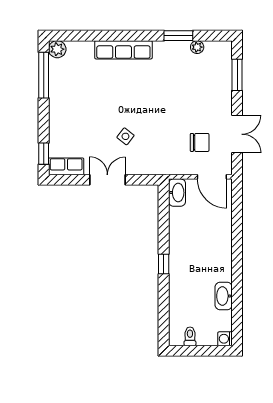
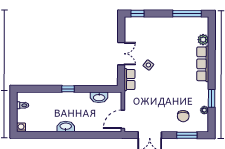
plant: (57, 49) -> (203, 40), moved
chair: (200, 142) -> (183, 116), moved
row of seats: (66, 166) -> (129, 80), moved
washbasin: (177, 193) -> (99, 97), moved
washbasin: (224, 296) -> (66, 127), moved

